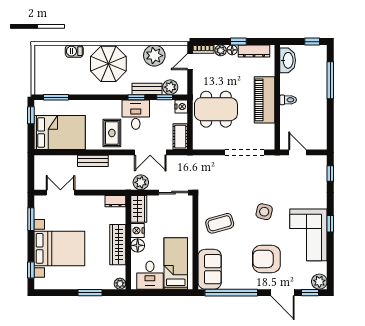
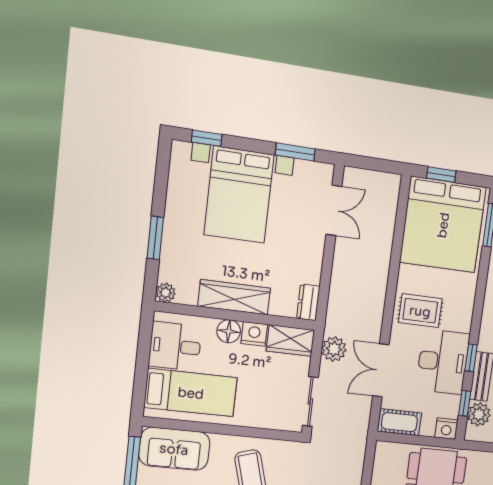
window: (31, 115) -> (441, 175), moved
desk: (136, 115) -> (443, 362), width x1.37
bed: (60, 132) -> (443, 225), width x1.36
bench: (93, 161) -> (379, 273), removed

